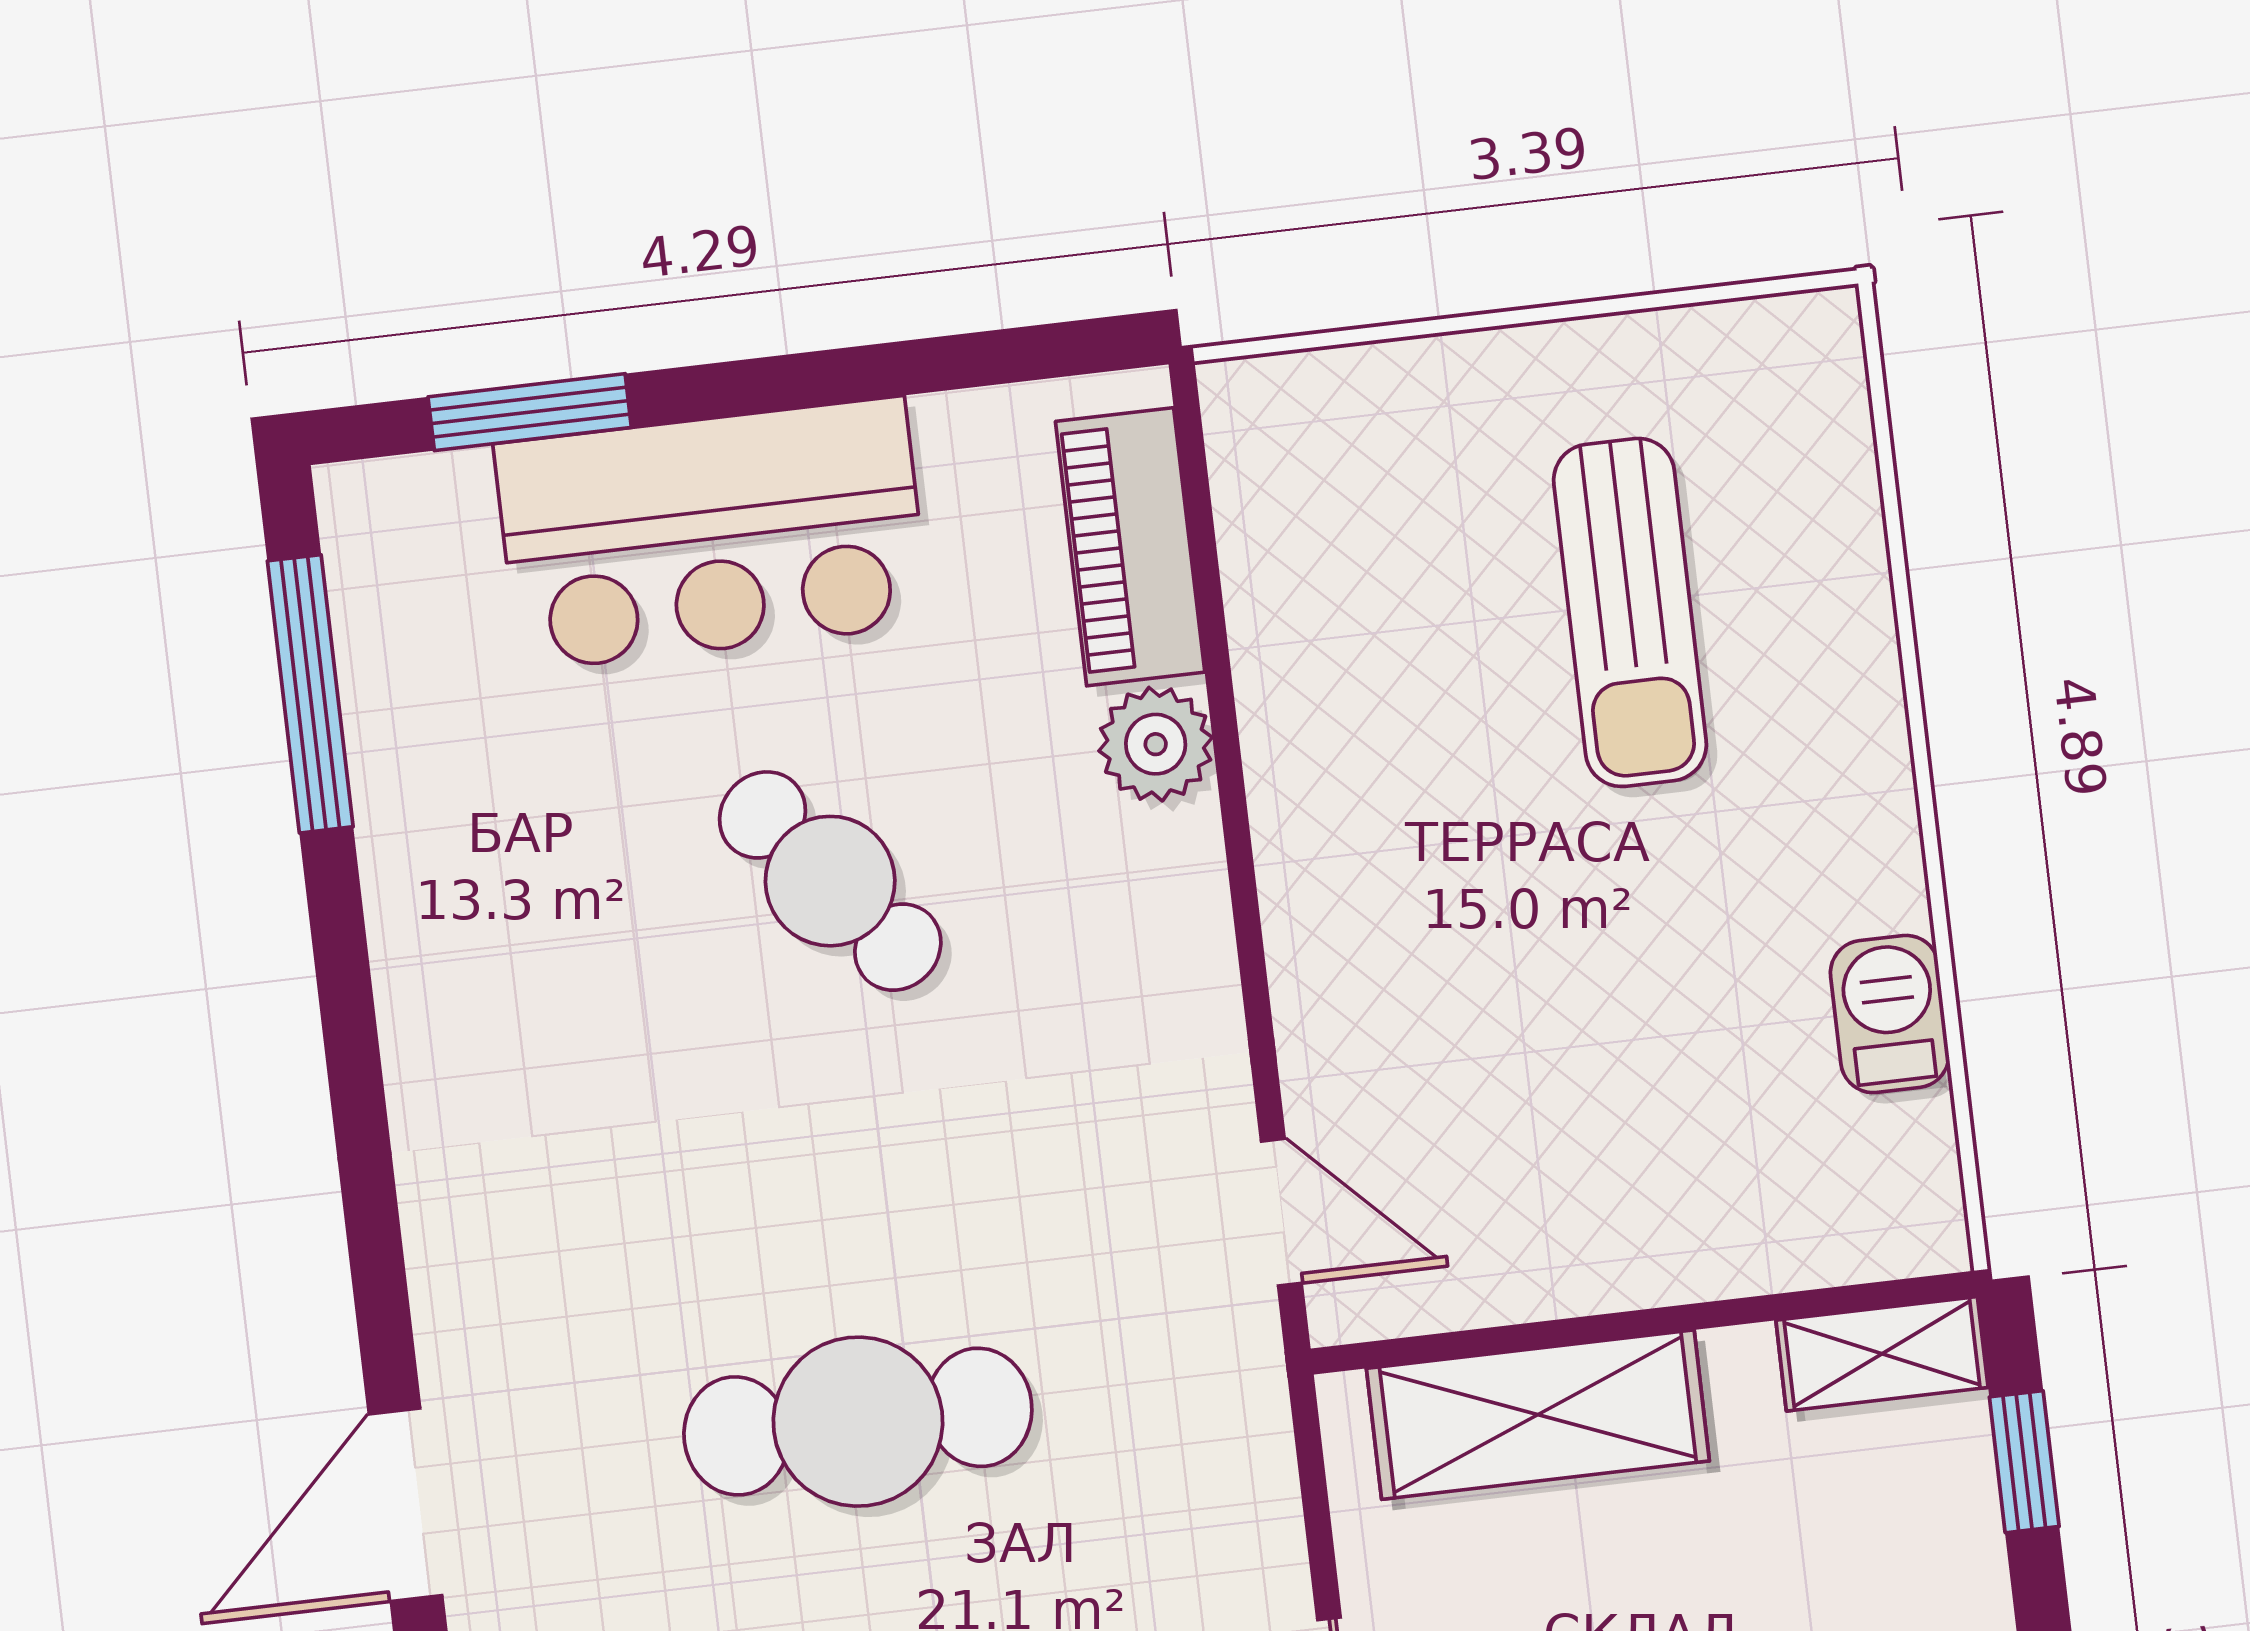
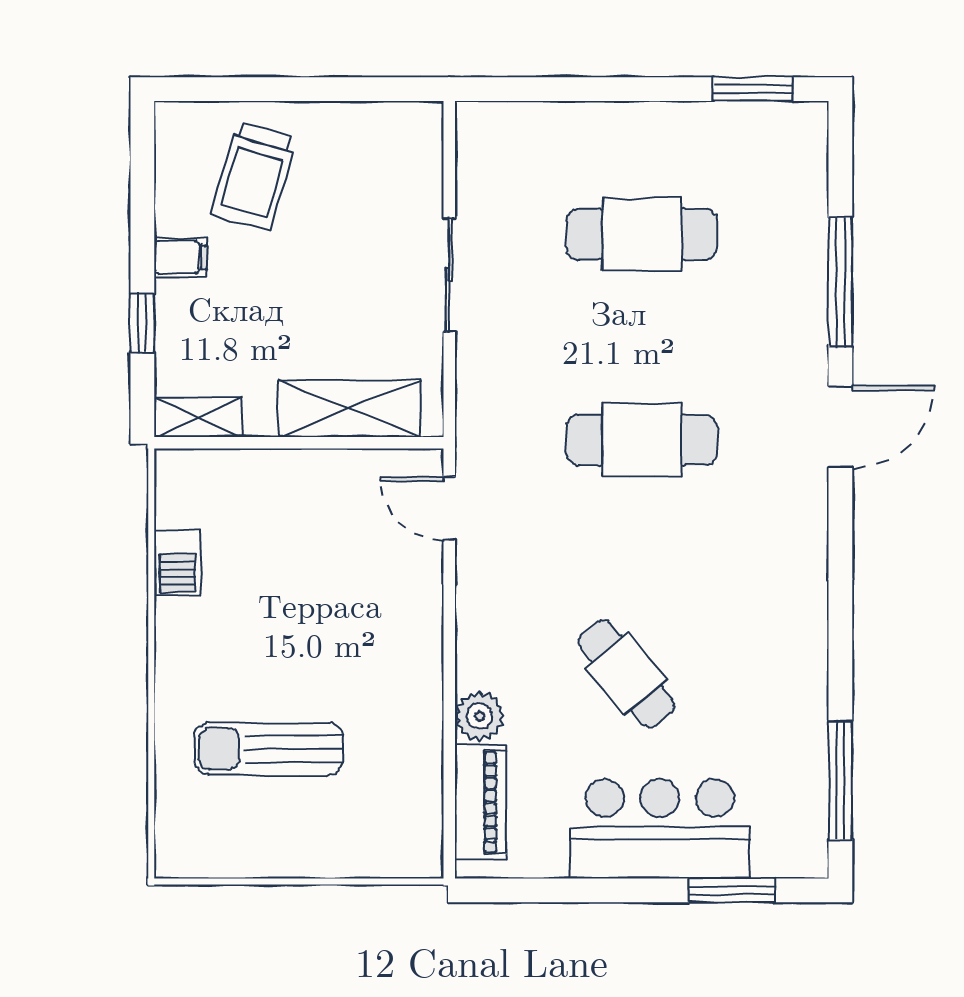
sun lounger: (1630, 612) -> (269, 749), turned -90
window: (2024, 1462) -> (142, 323), moved

